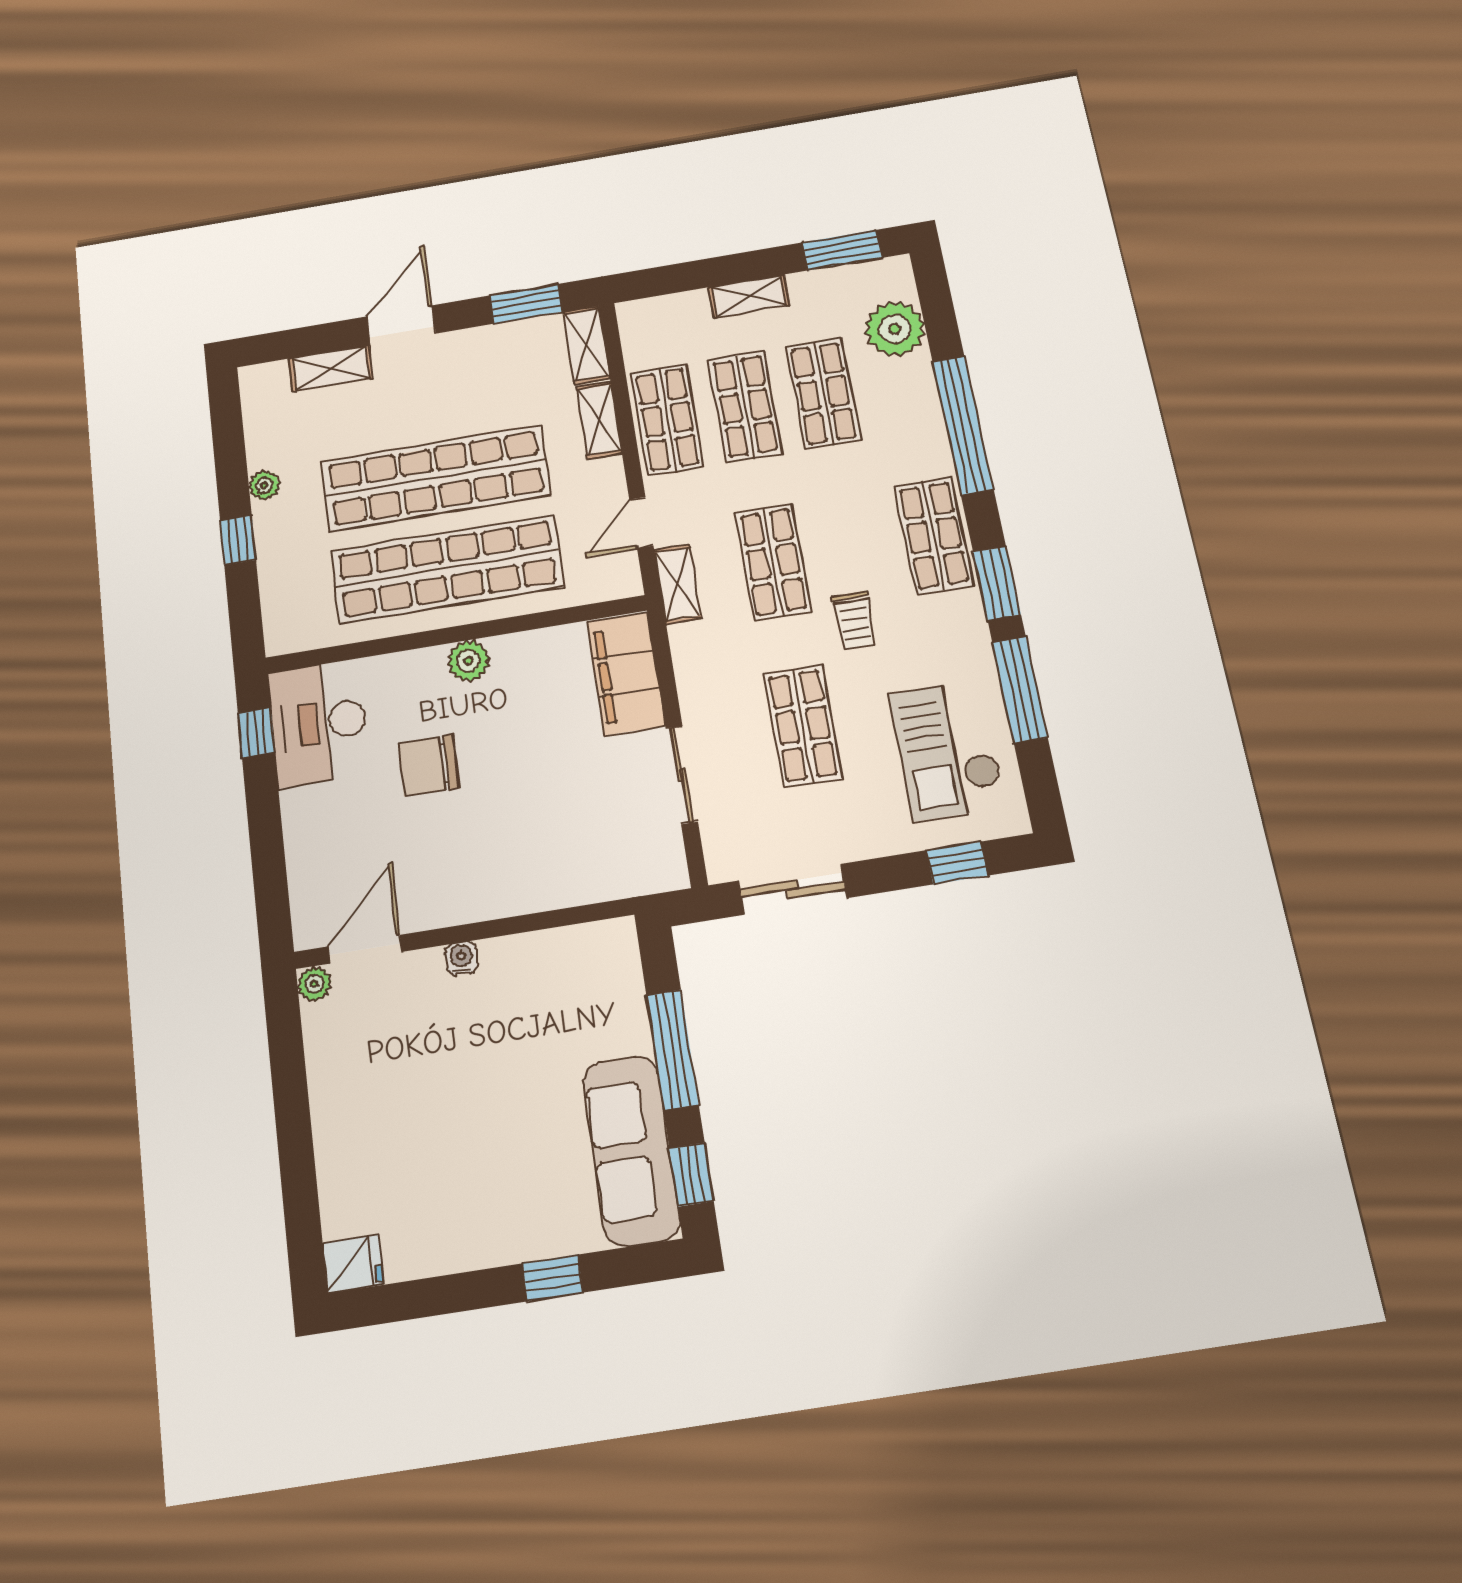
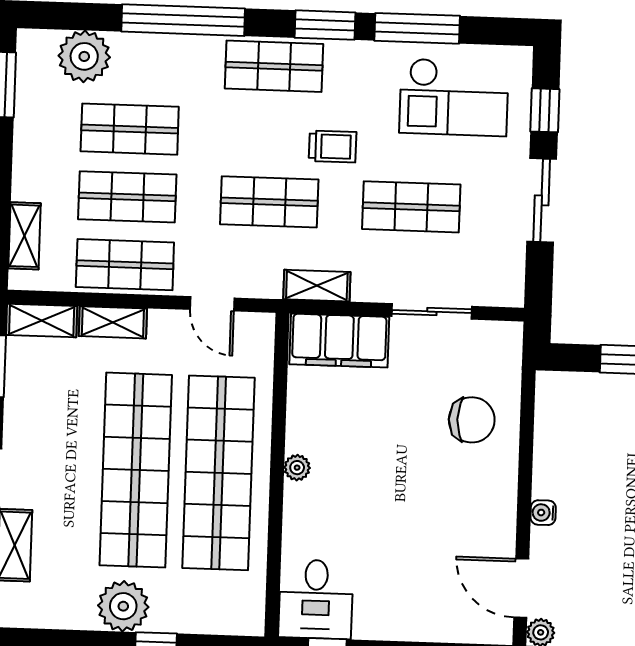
shelving: (749, 296) -> (24, 236), moved
plant: (264, 485) -> (123, 606), width x1.87, depth x1.87
shelving: (677, 584) -> (317, 286), moved
plant: (469, 661) -> (297, 468), width x0.73, depth x0.73
desk: (319, 723) -> (316, 599), width x0.73
chair: (428, 766) -> (472, 420), moved, turned -90
sliding door: (793, 889) -> (542, 200), moved

